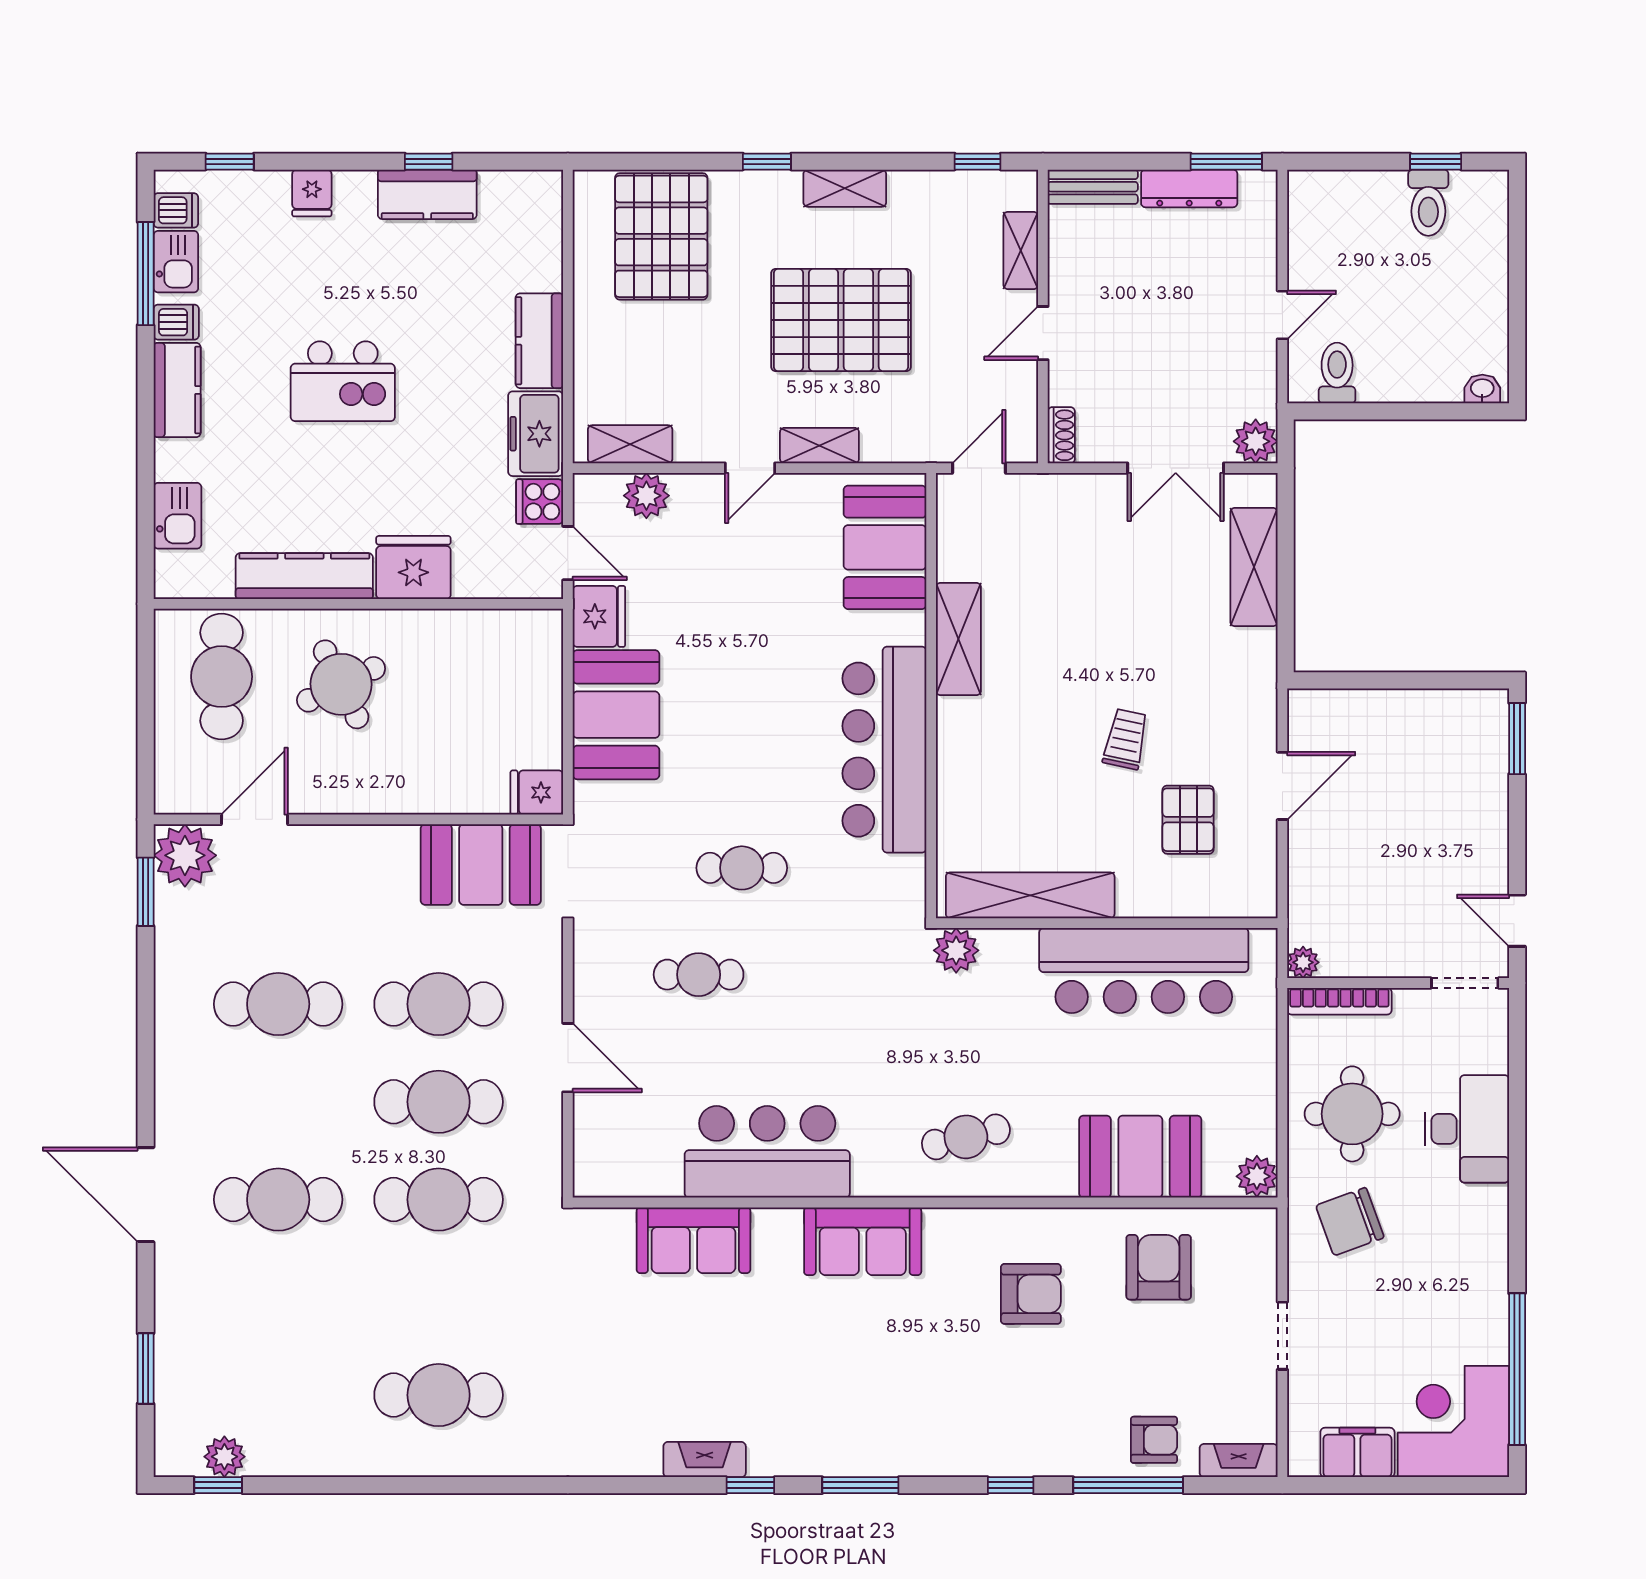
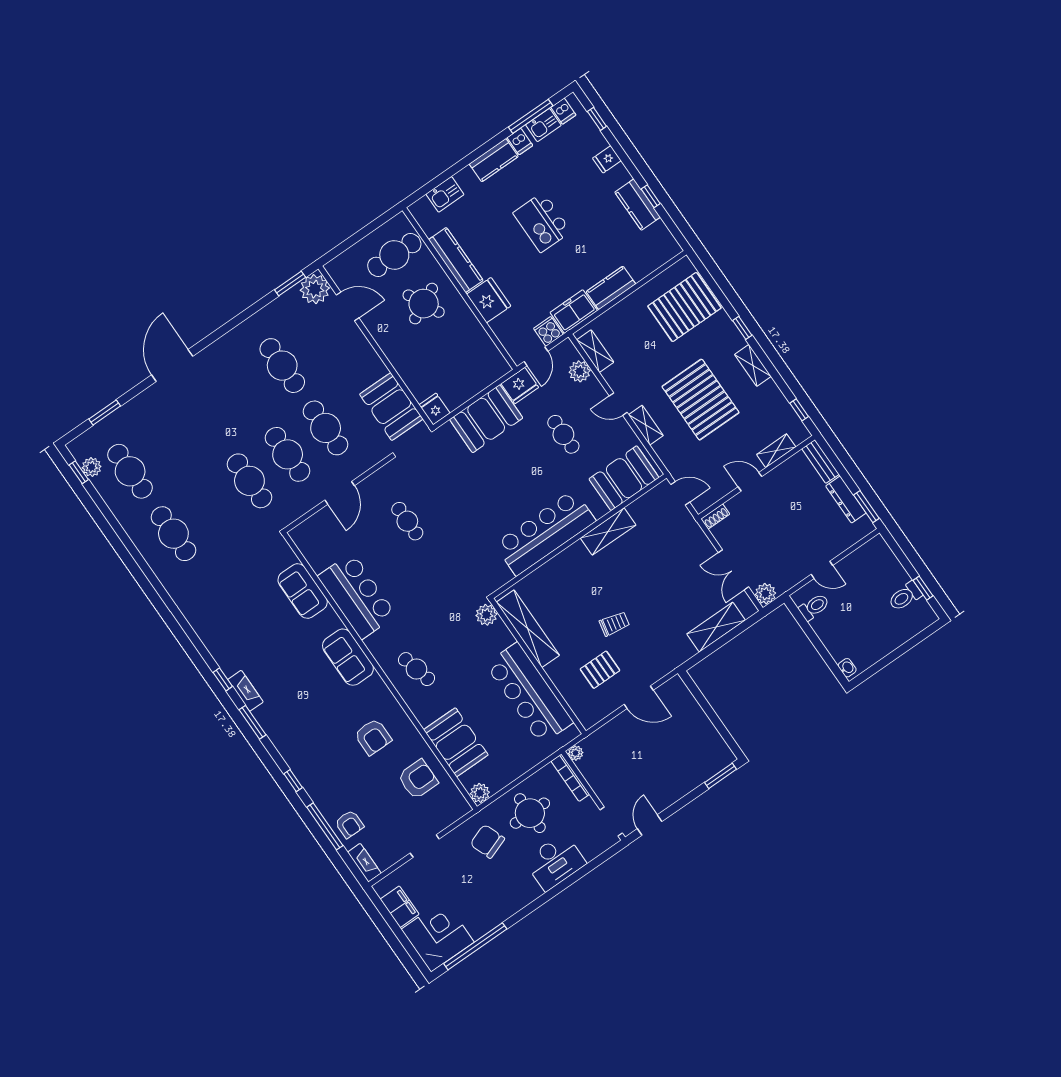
cafe table: (742, 868) -> (563, 434), moved
cafe table: (278, 1200) -> (130, 471), moved
fireplace: (705, 1460) -> (245, 691), moved

